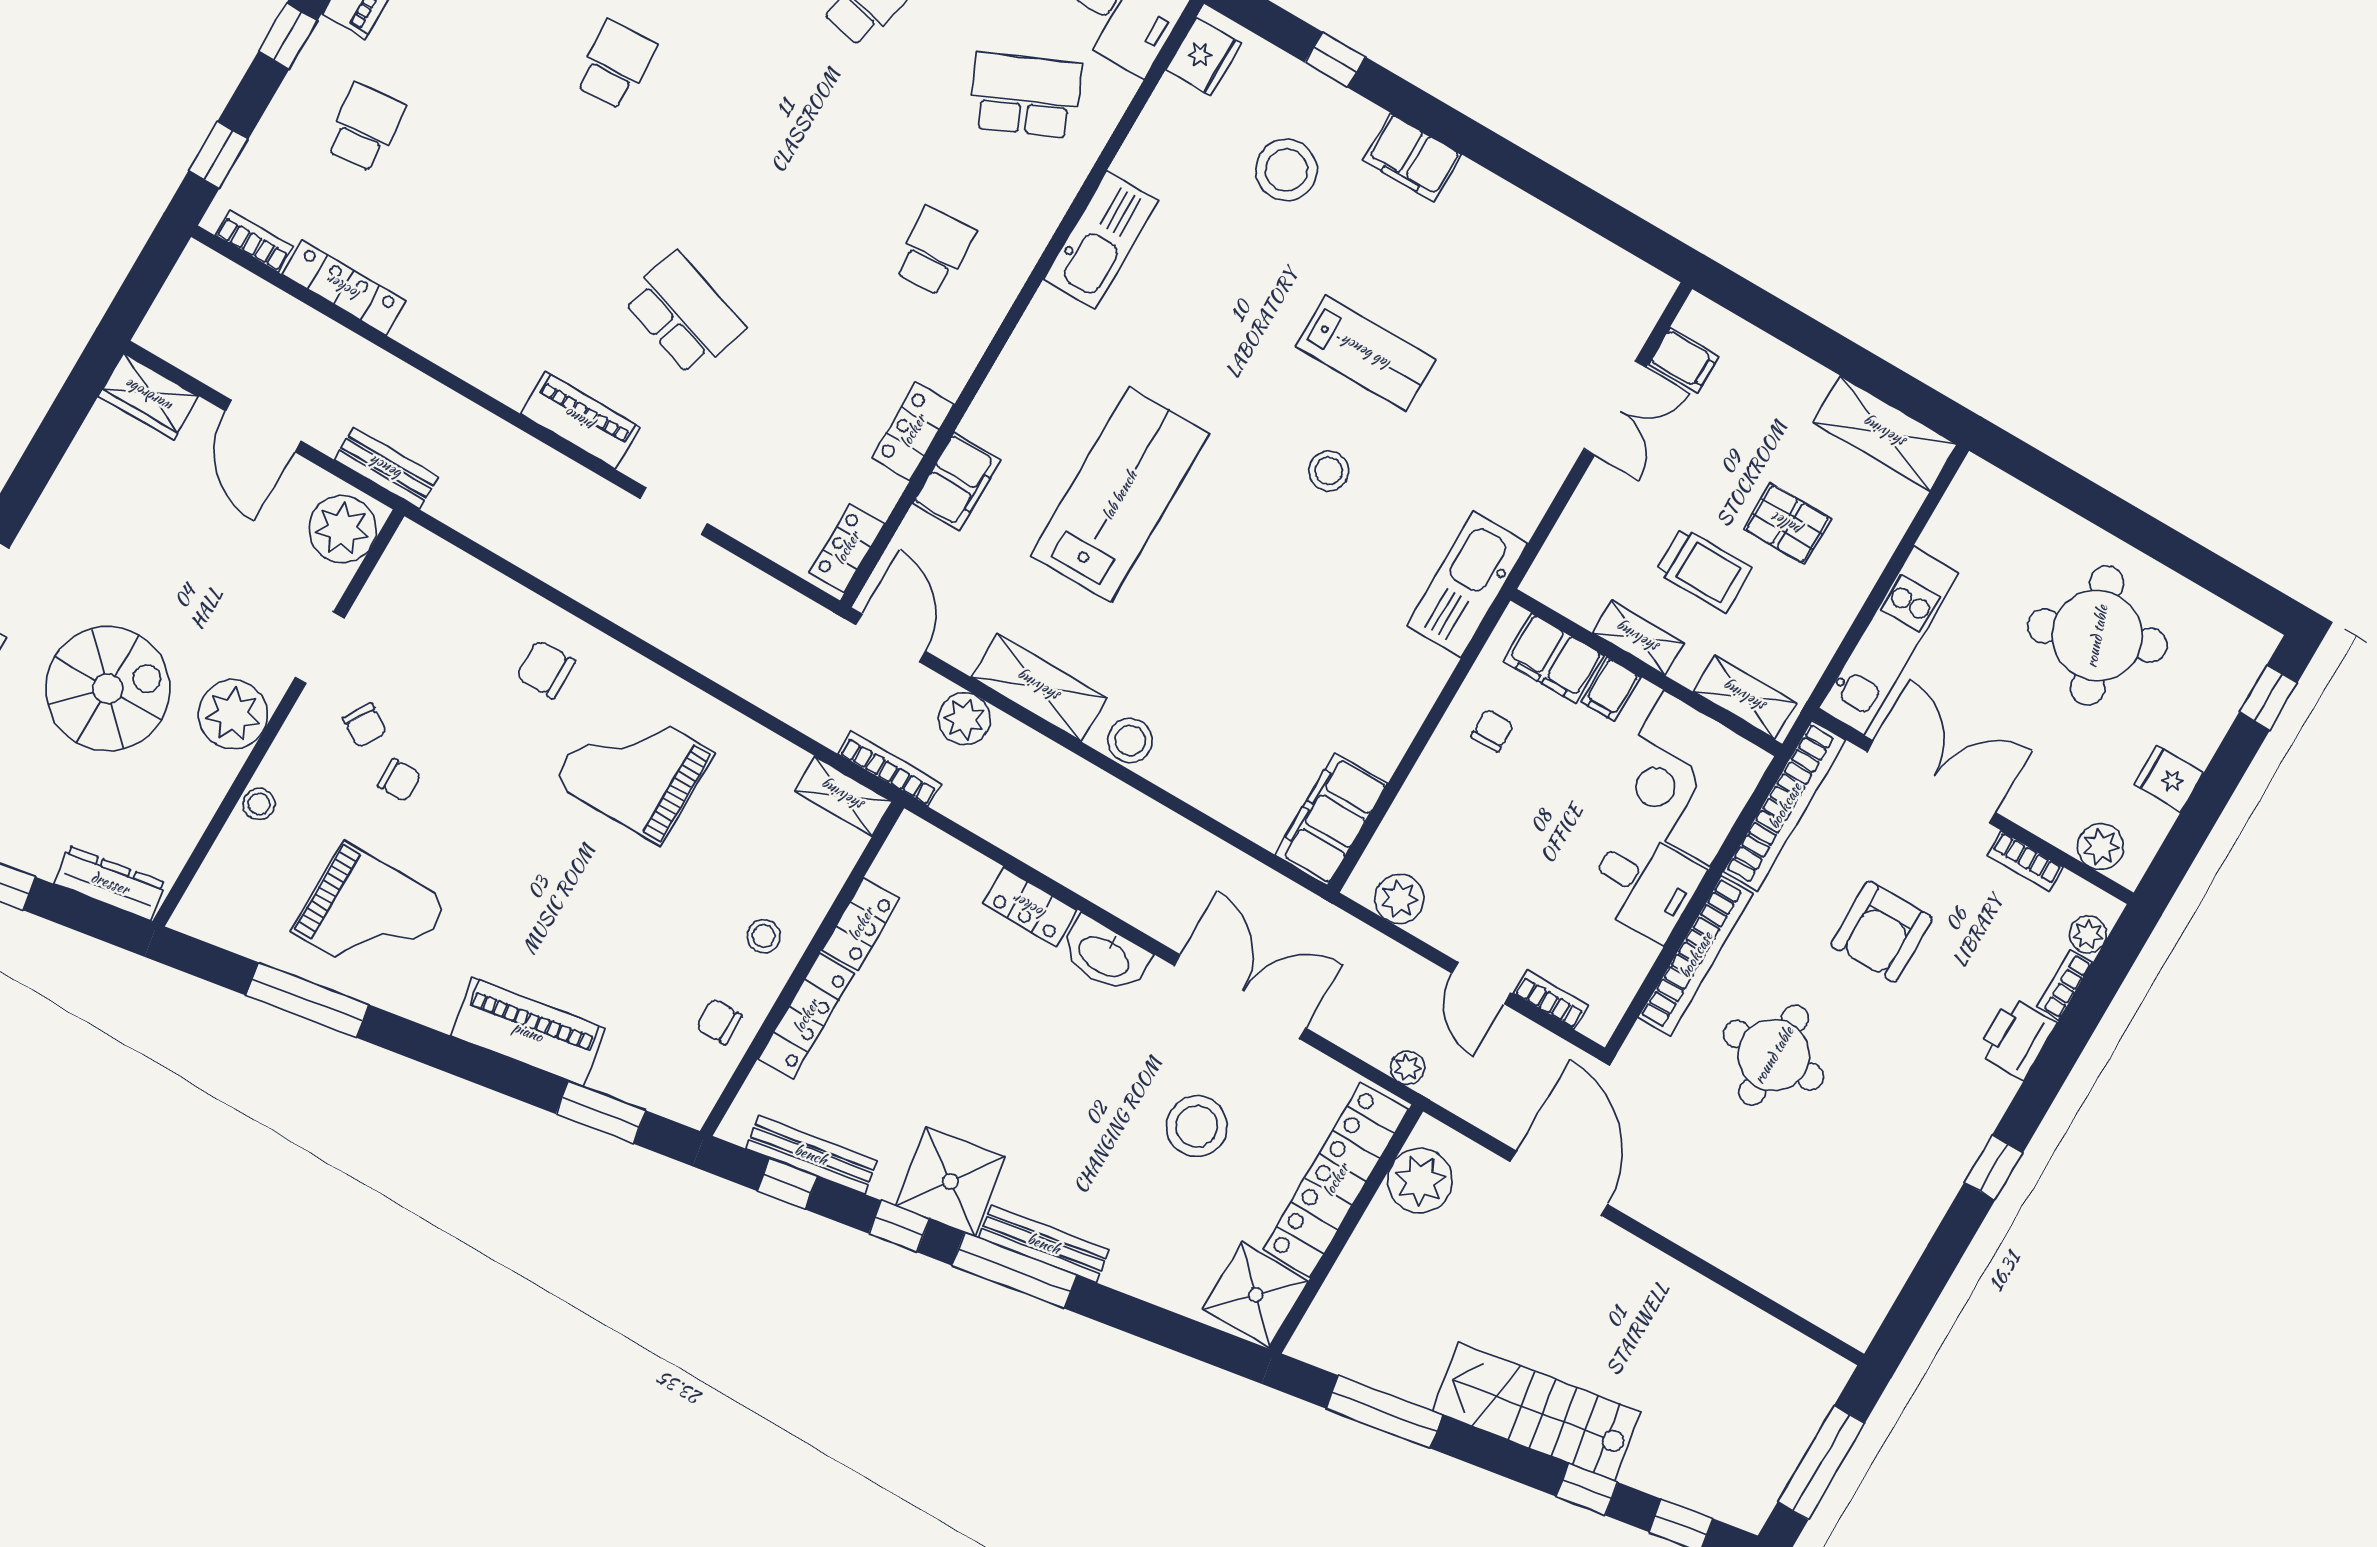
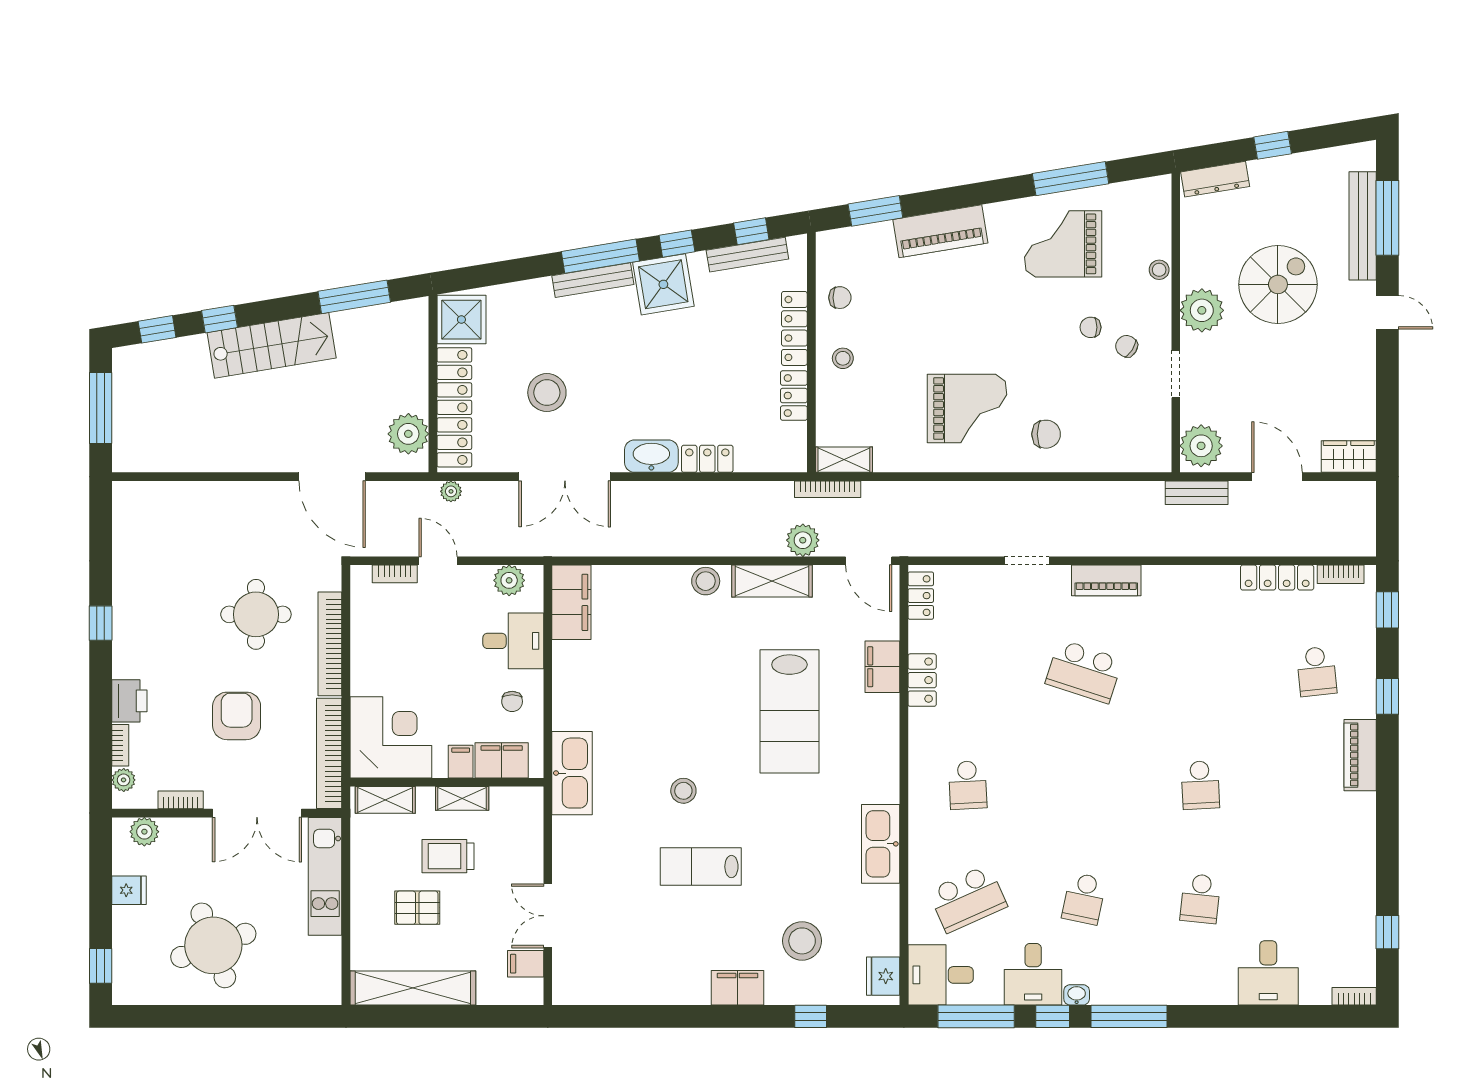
shelving: (1885, 433) -> (413, 988), width x1.47
spiral stairs: (108, 689) -> (1278, 284), turned 180
desk: (1644, 884) -> (513, 641), moved, turned 180

